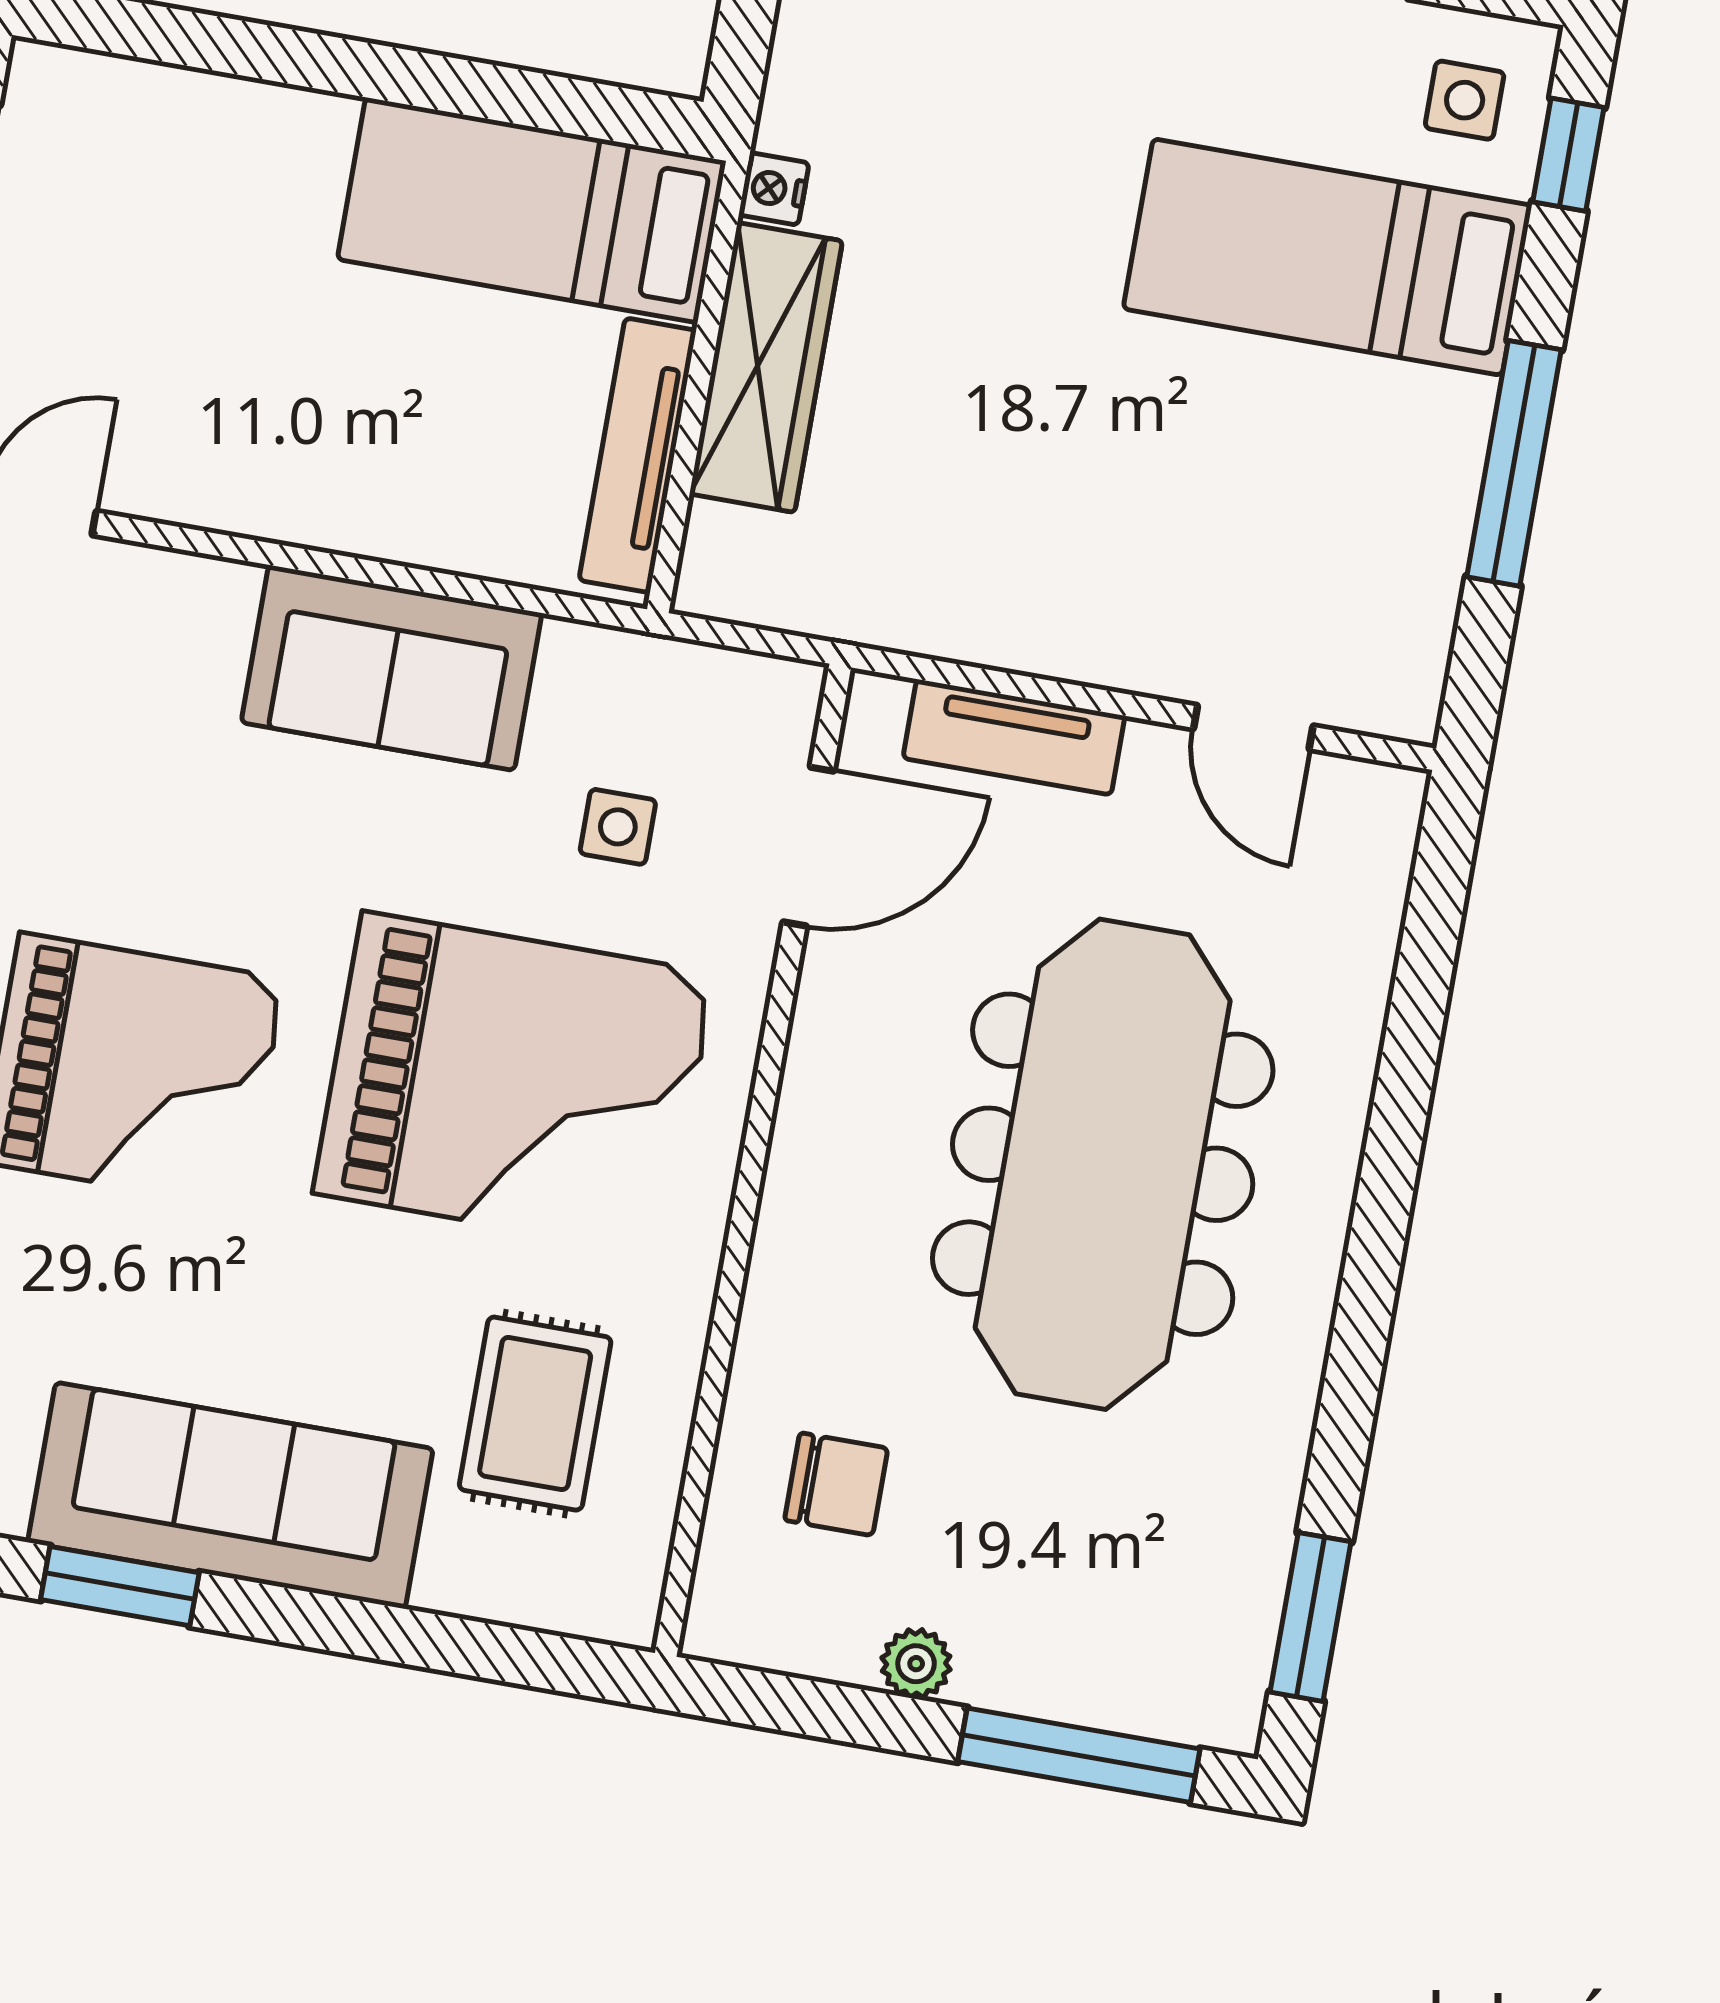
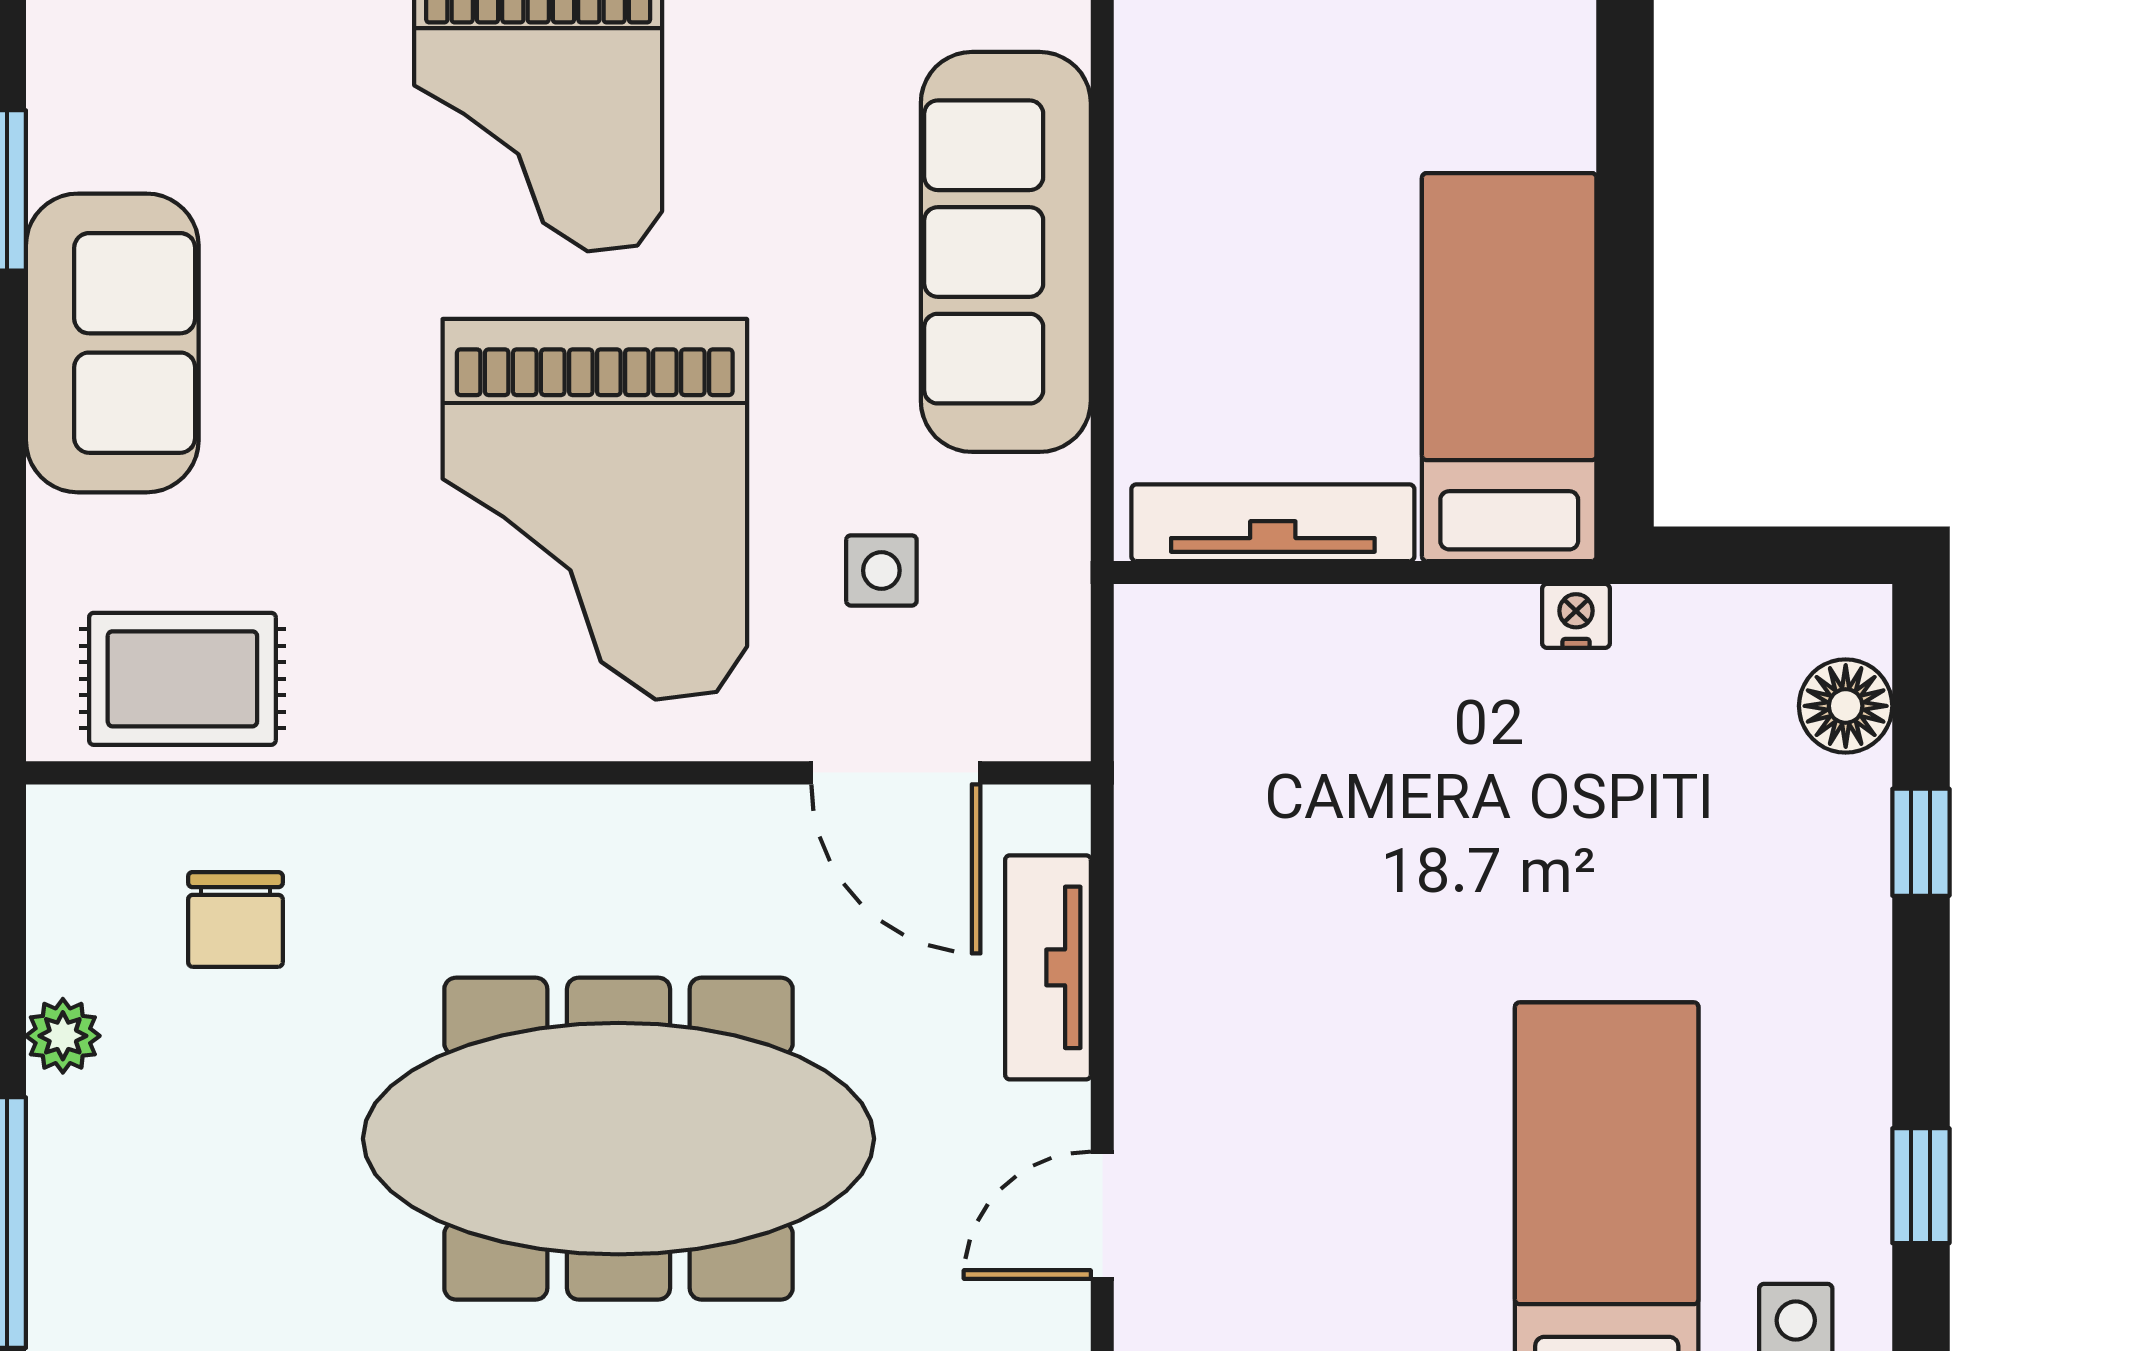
wardrobe: (766, 367) -> (1388, 641), removed
sofa: (392, 668) -> (1006, 252), width x1.36
rug: (535, 1414) -> (182, 679), moved
sofa: (230, 1495) -> (112, 343), width x0.73

